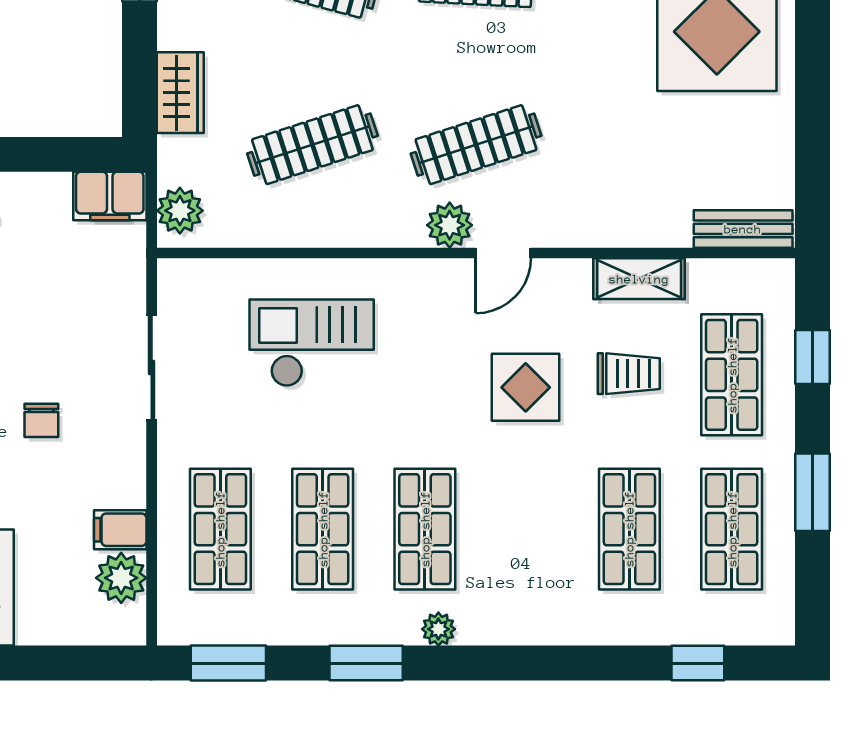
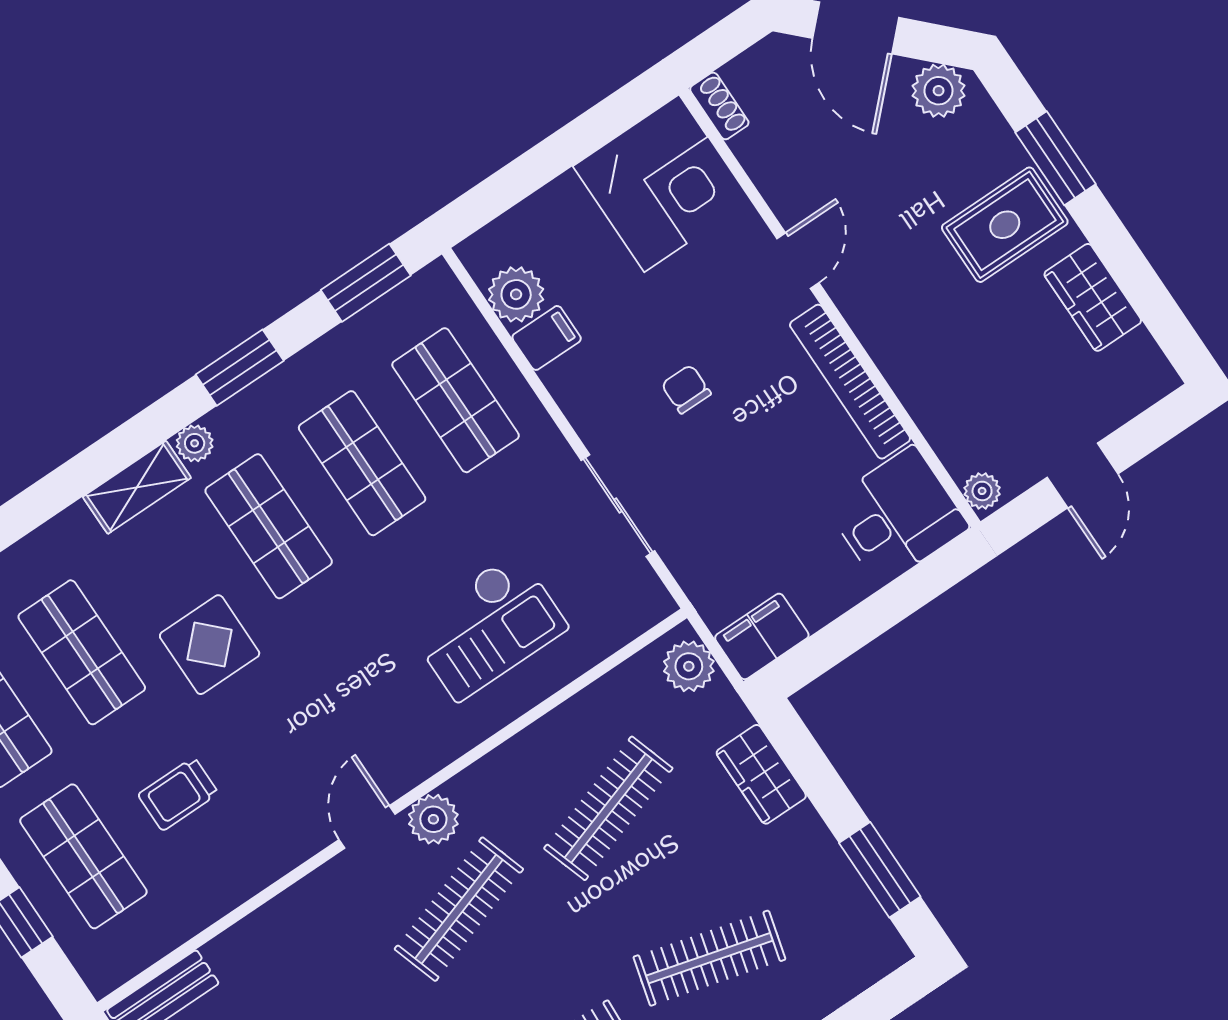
shelving: (639, 279) -> (137, 487), moved
display table: (526, 387) -> (210, 645), moved

